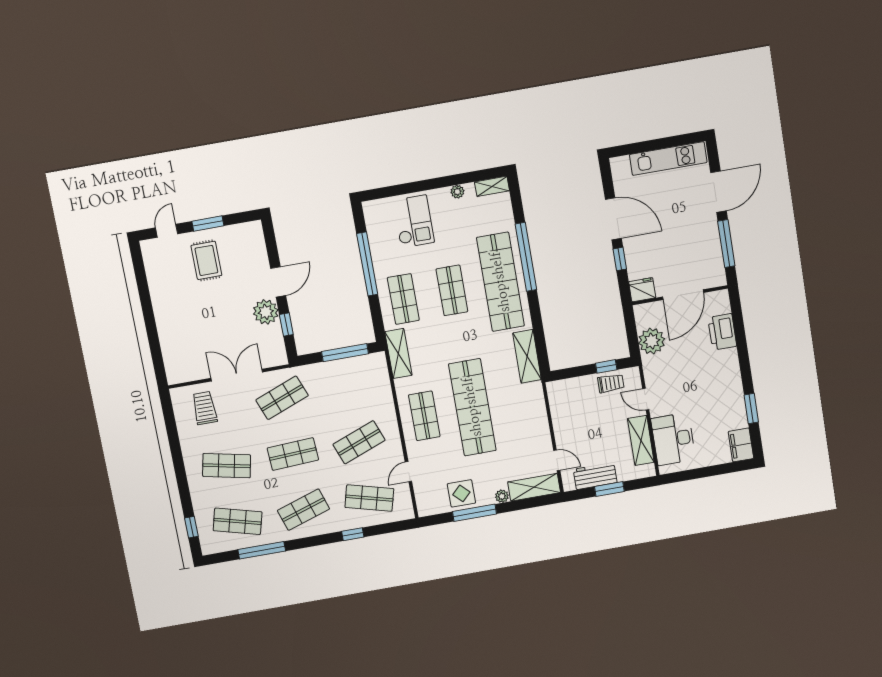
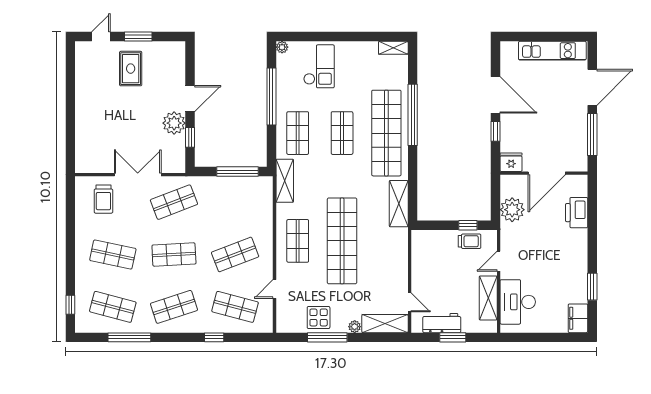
plant: (457, 192) -> (282, 47), moved
door: (646, 399) -> (499, 261), hinge flipped
trolley: (205, 408) -> (103, 199), turned 180

